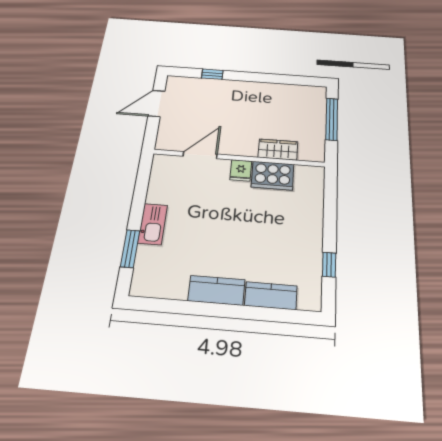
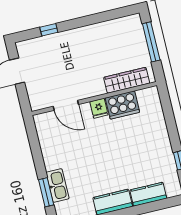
wardrobe: (278, 150) -> (127, 80), width x1.50
door: (200, 155) -> (66, 105), swing flipped
kitchen sink: (153, 224) -> (57, 186), moved

